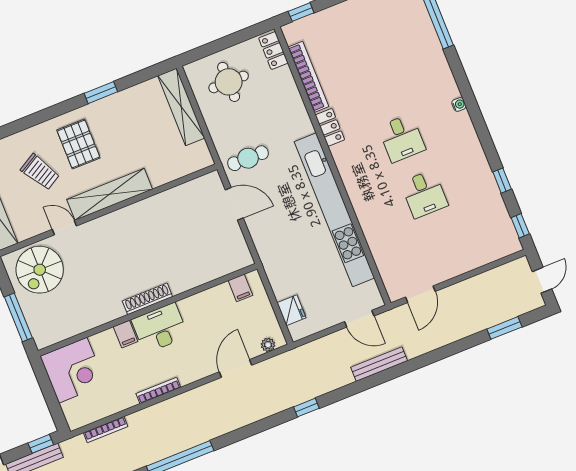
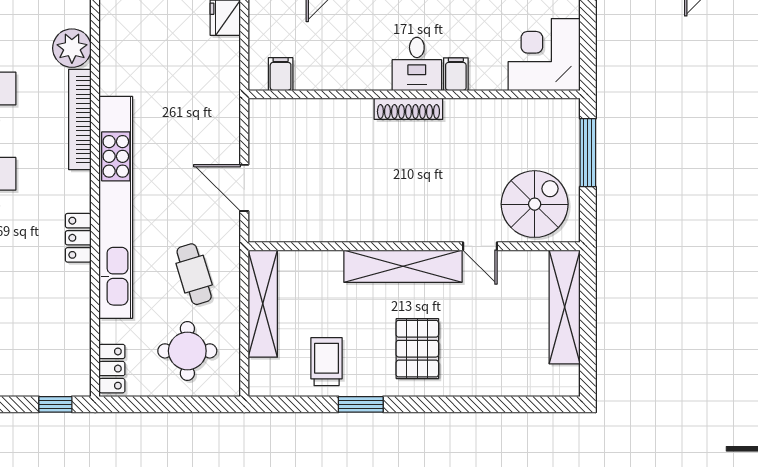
bookcase: (308, 77) -> (80, 119), moved
shelving: (181, 107) -> (263, 304), moved
cafe table: (248, 158) -> (194, 274), moved, turned 73
trolley: (40, 172) -> (327, 362), moved, turned 30
kitchen unit: (334, 210) -> (116, 207), moved
plant: (384, 250) -> (72, 48), added
desk: (160, 328) -> (417, 64), width x0.73

